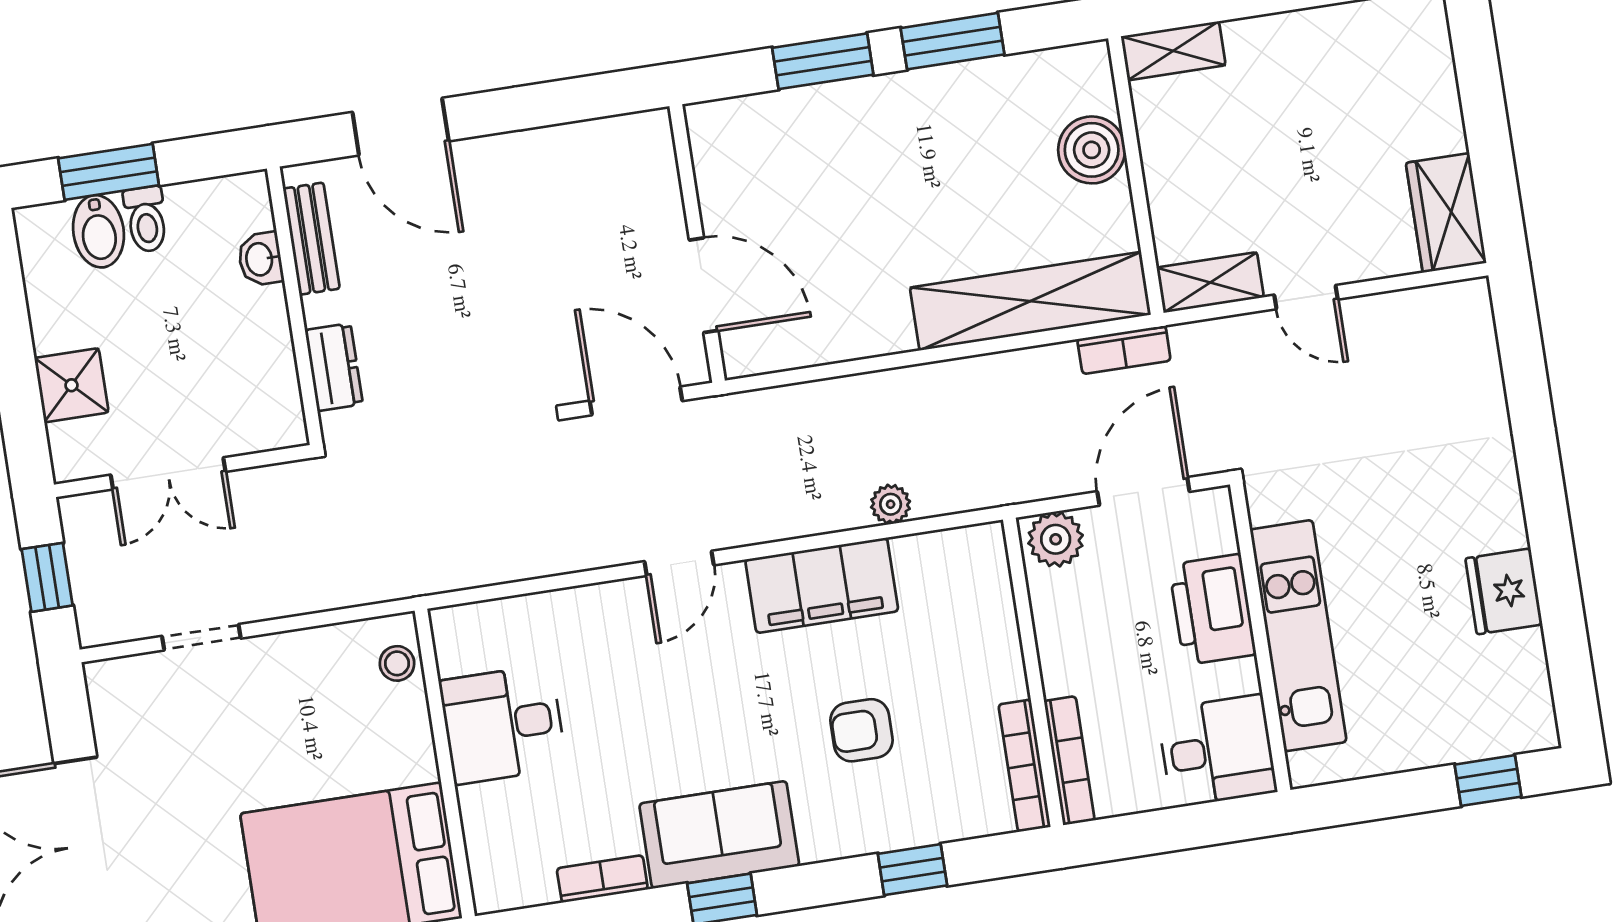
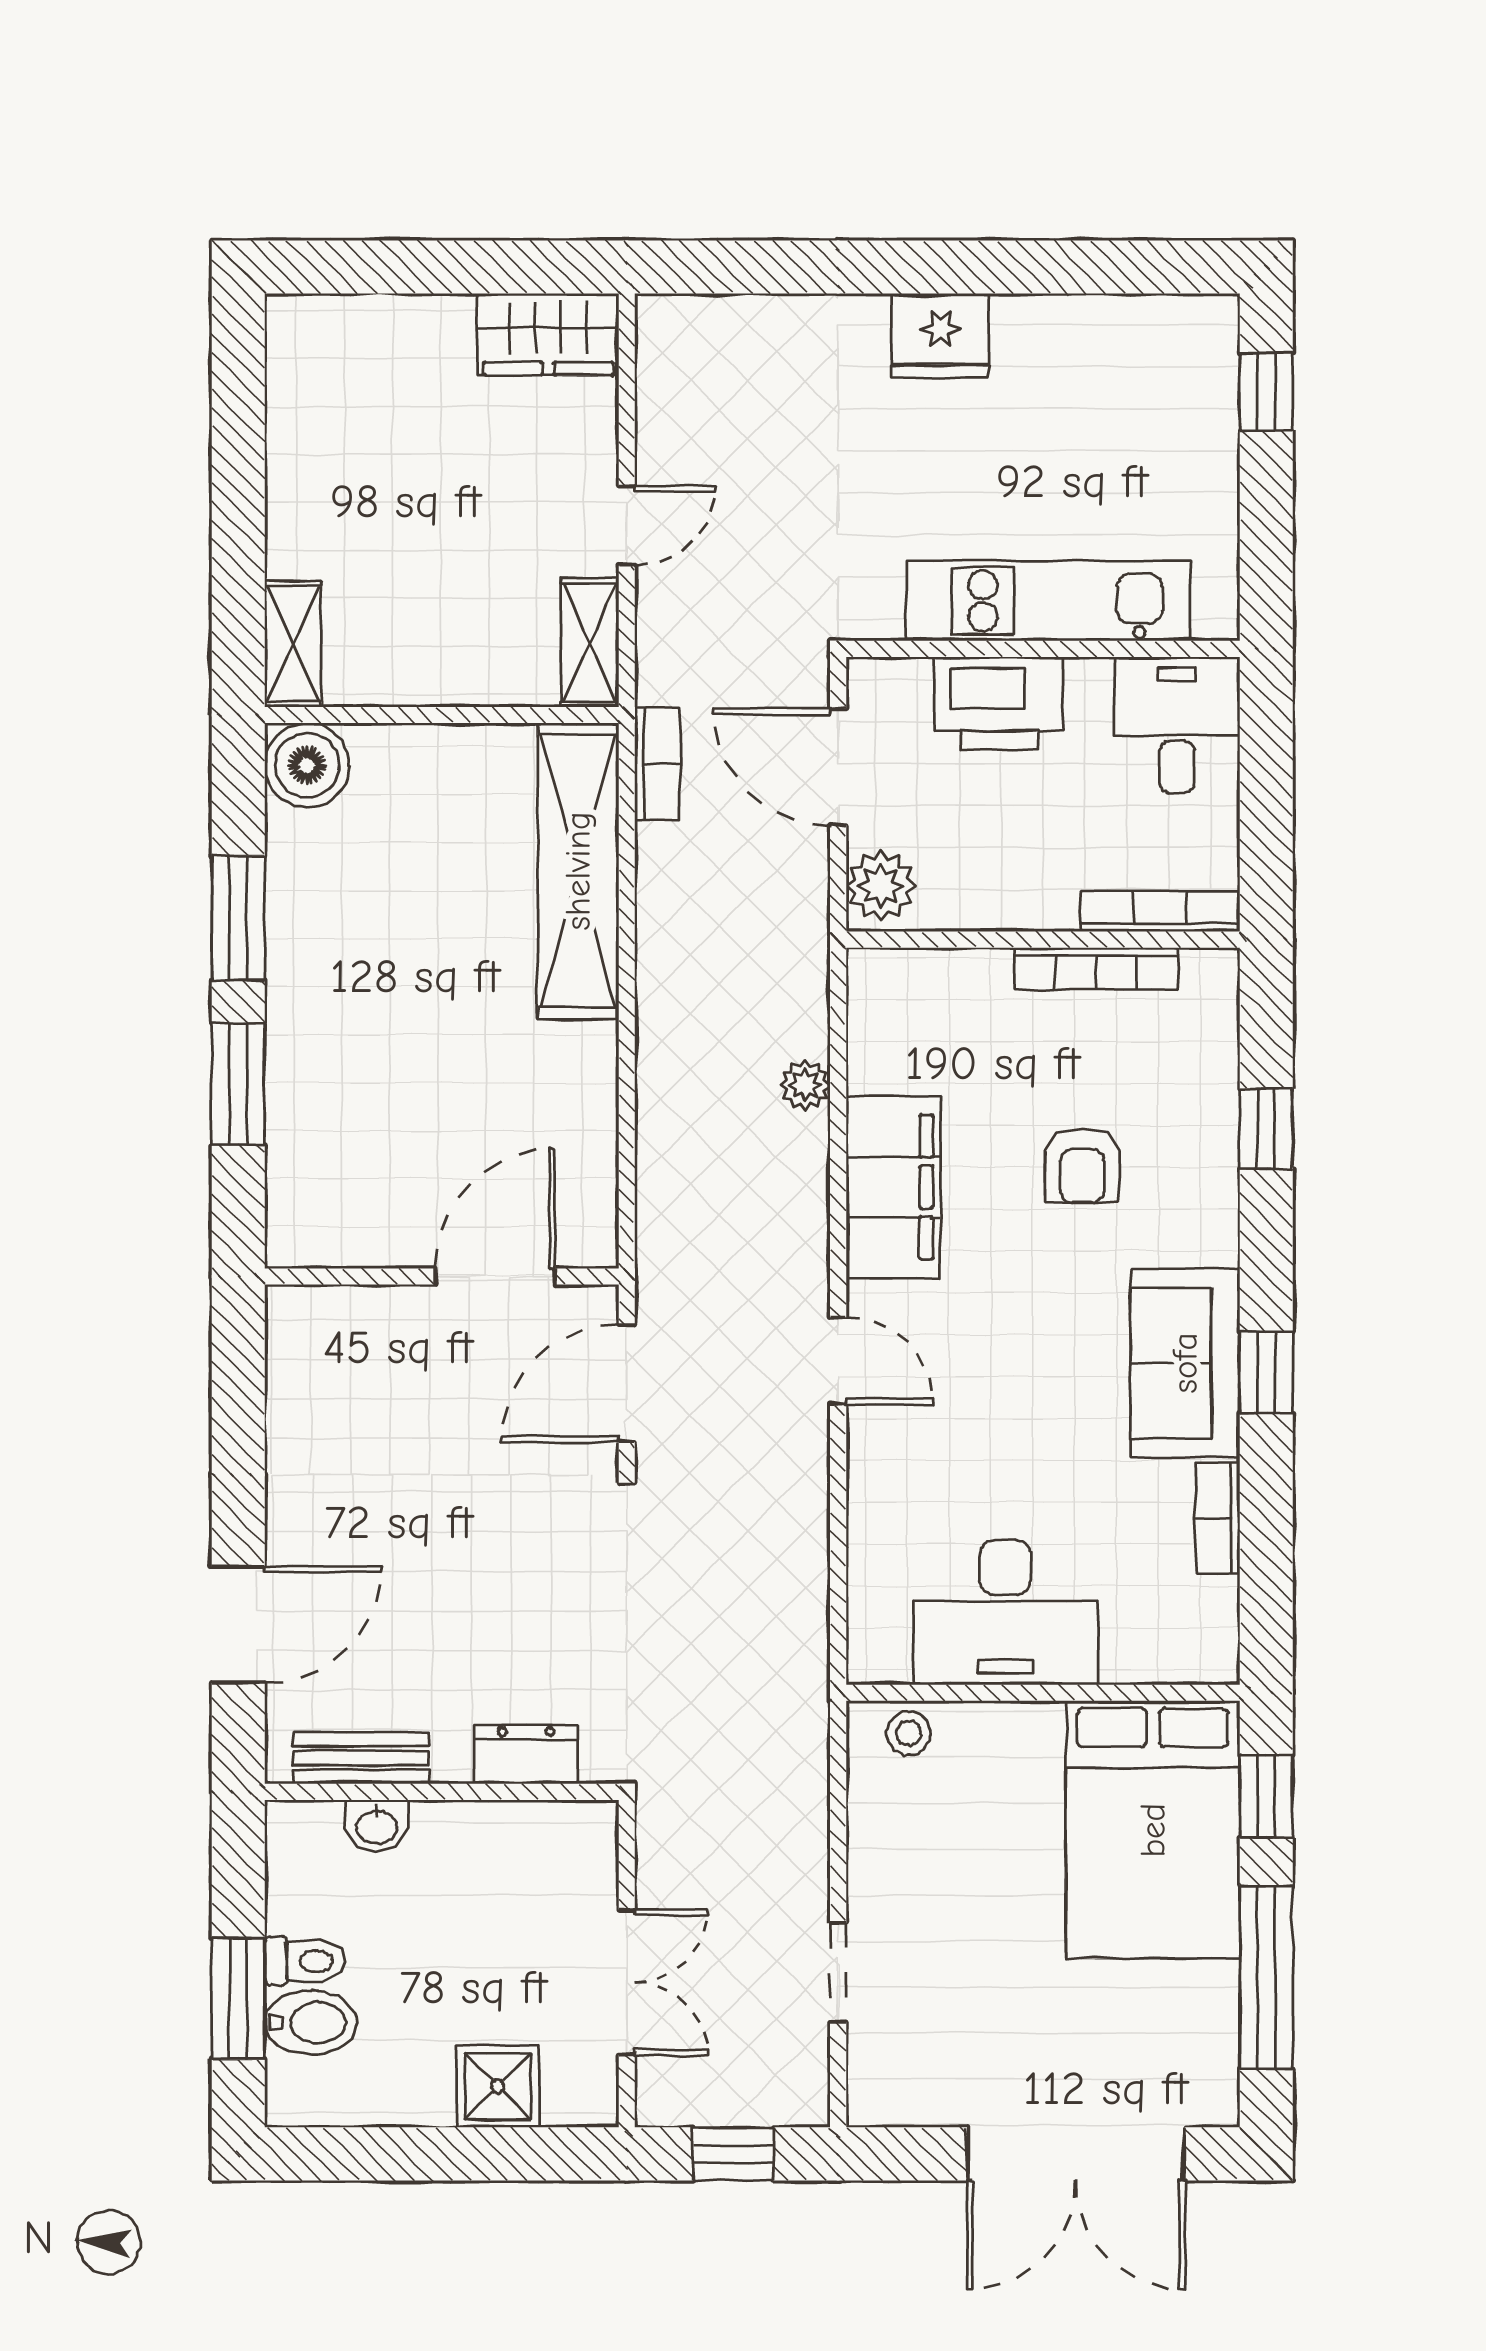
boiler: (1092, 150) -> (307, 765), moved
fridge: (1504, 591) -> (941, 335), moved
desk: (503, 724) -> (1005, 1613), width x1.37
bookcase: (1024, 766) -> (1096, 968), moved

